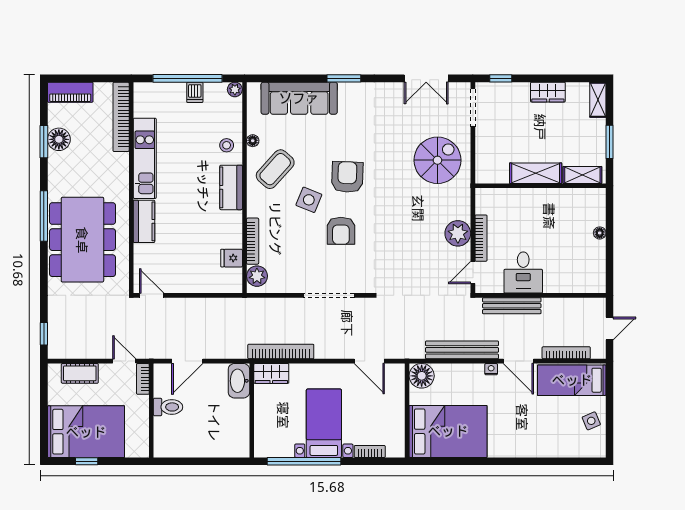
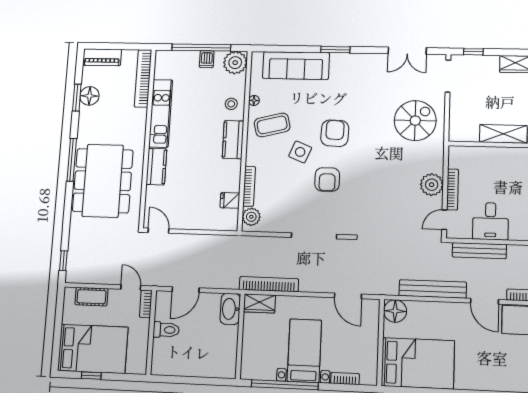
plant: (235, 89) -> (235, 63), width x1.87, depth x1.87
coffee table: (275, 169) -> (272, 125), turned 34
nightstand: (491, 369) -> (459, 308), removed

